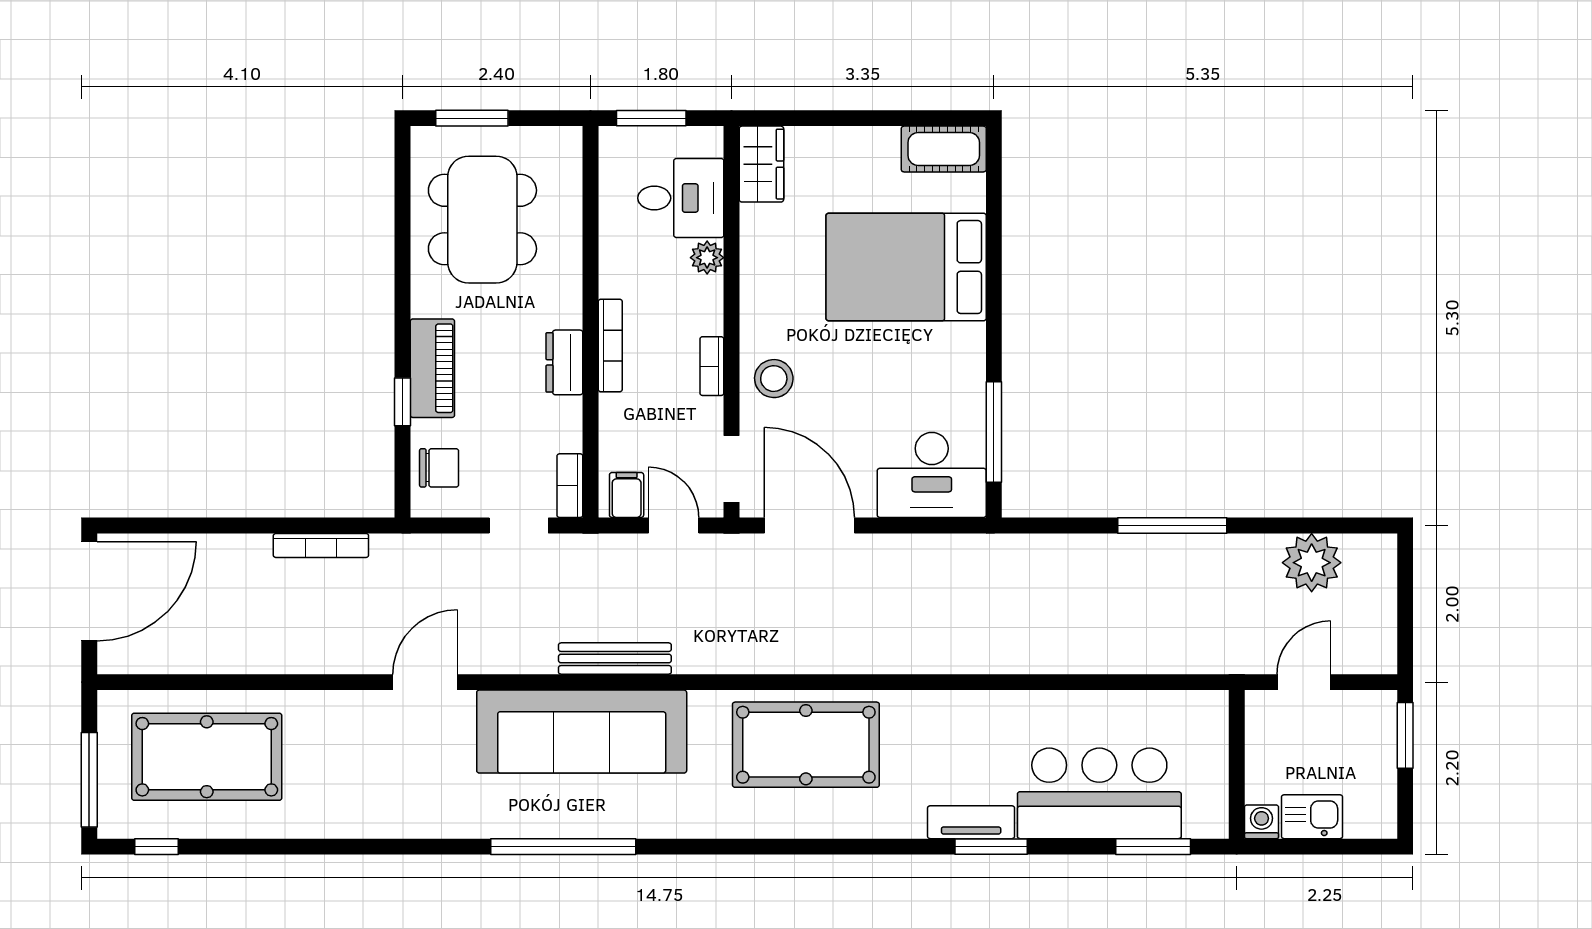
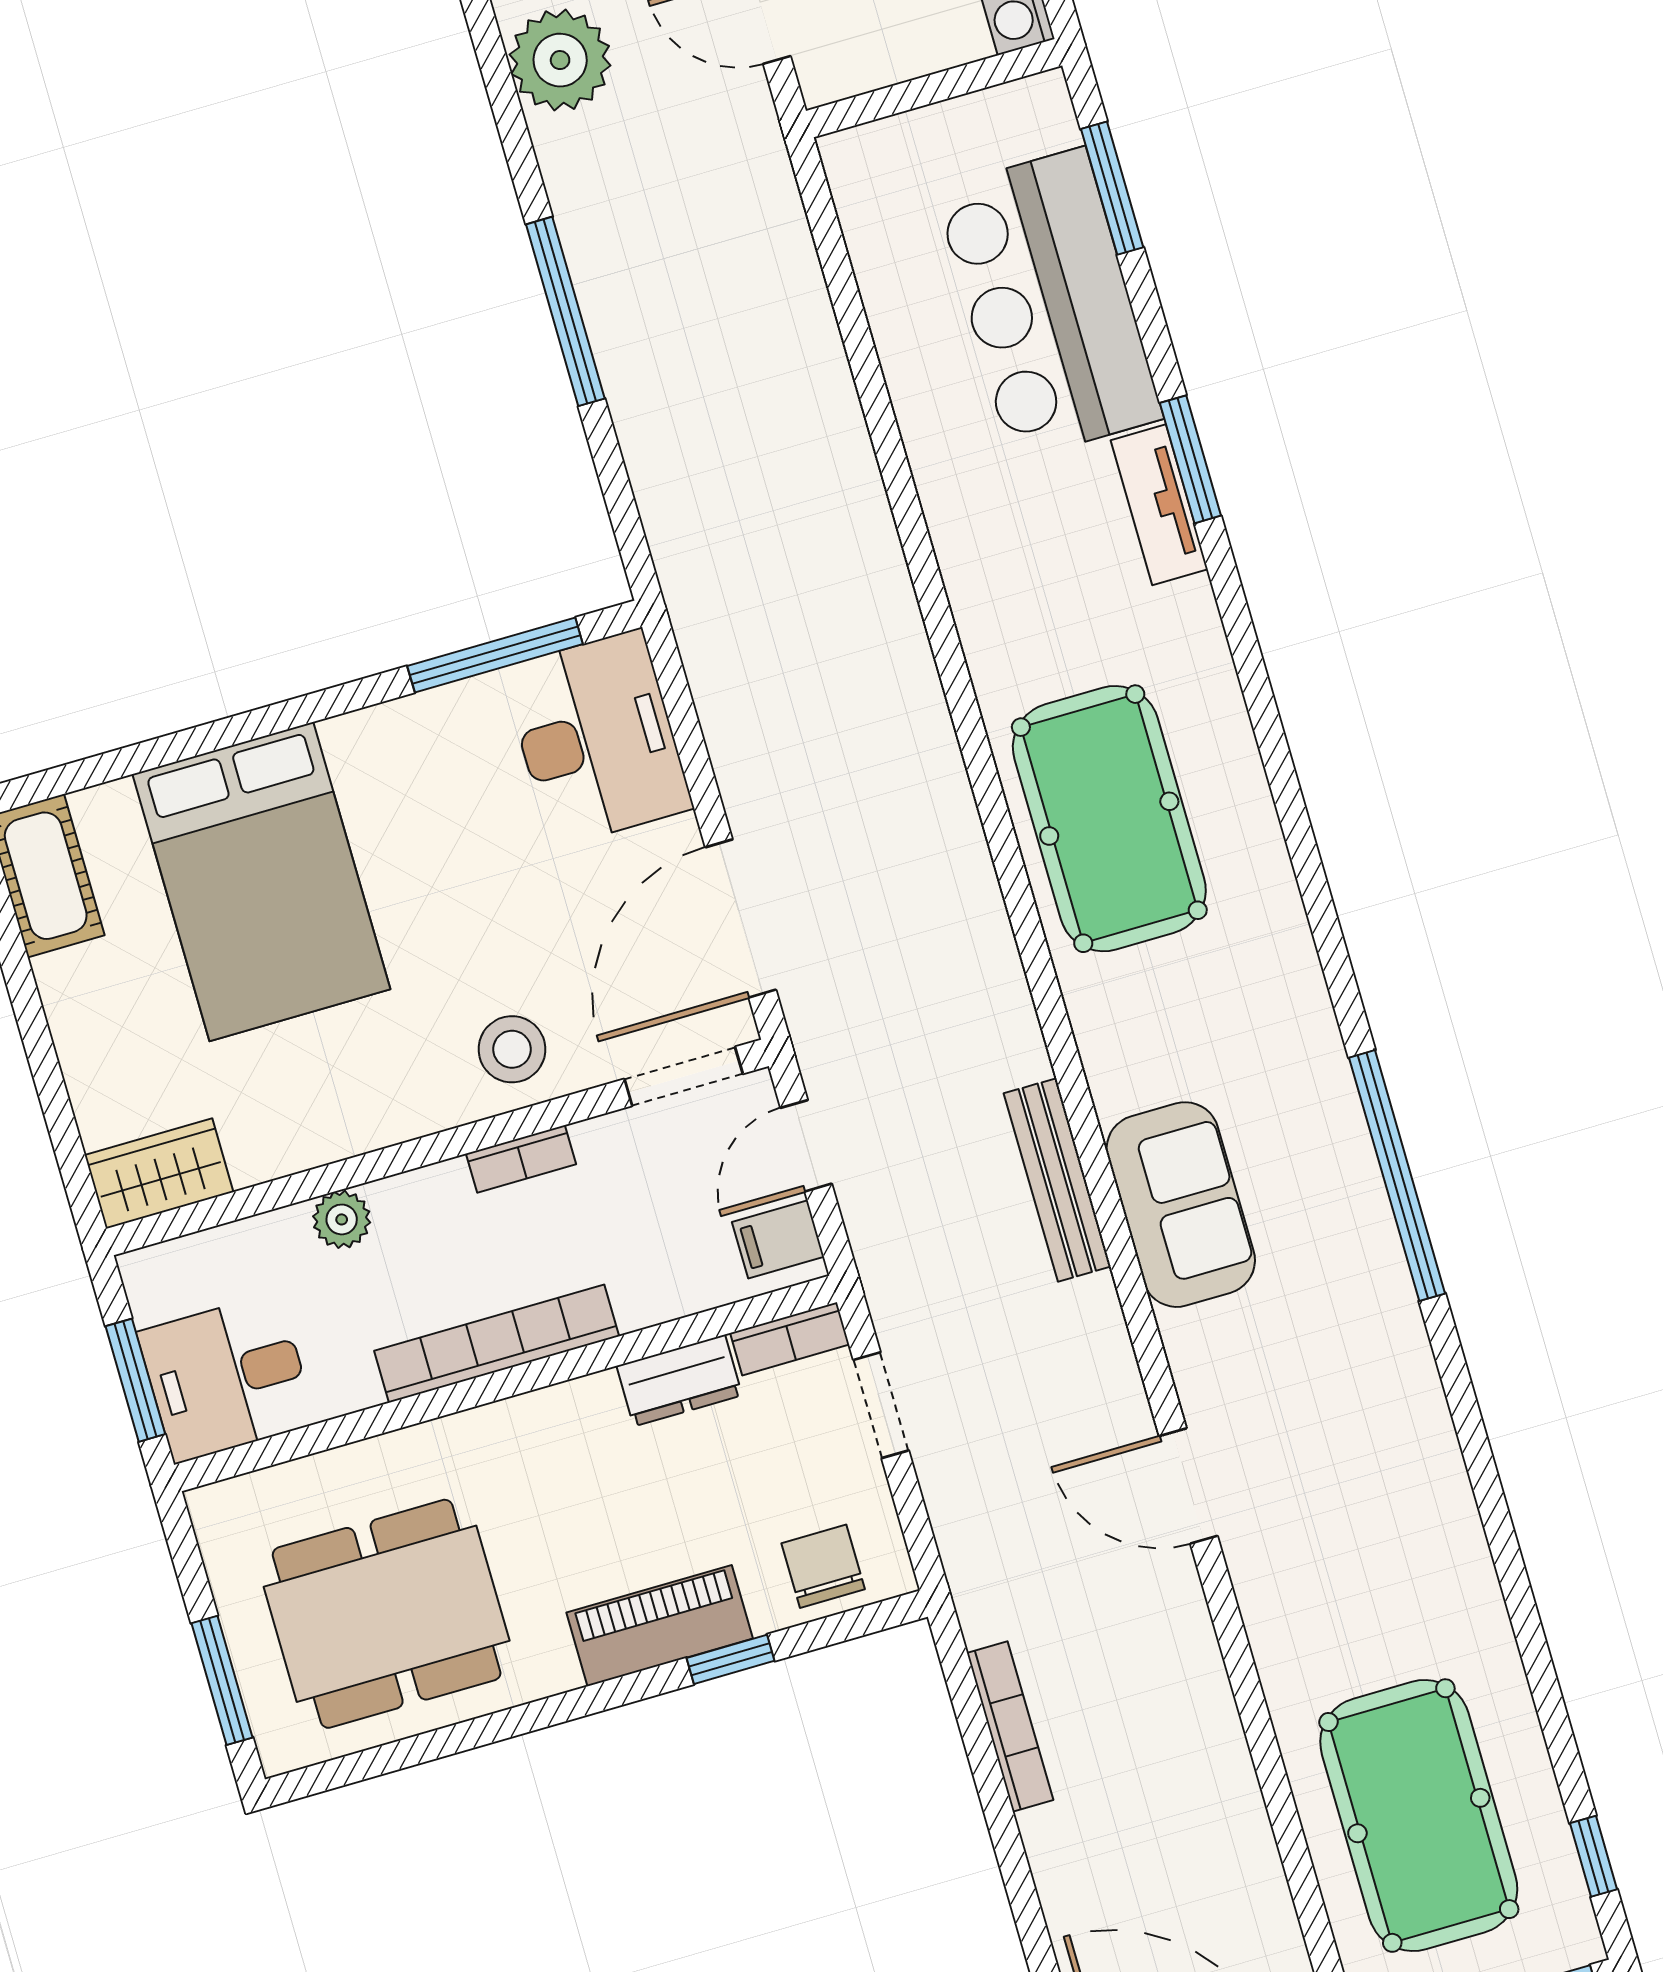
desk: (681, 198) -> (227, 1378), moved, turned -90
bookcase: (610, 345) -> (497, 1344), width x1.48, depth x1.31
dresser: (564, 362) -> (679, 1381), moved
sofa: (582, 732) -> (1181, 1205), width x0.54, depth x0.79

